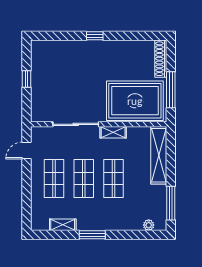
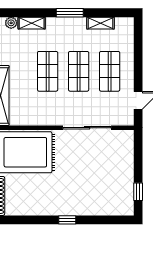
window: (27, 79) -> (138, 192), moved
shelving: (113, 132) -> (32, 23), moved

